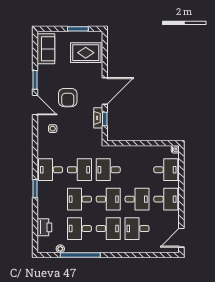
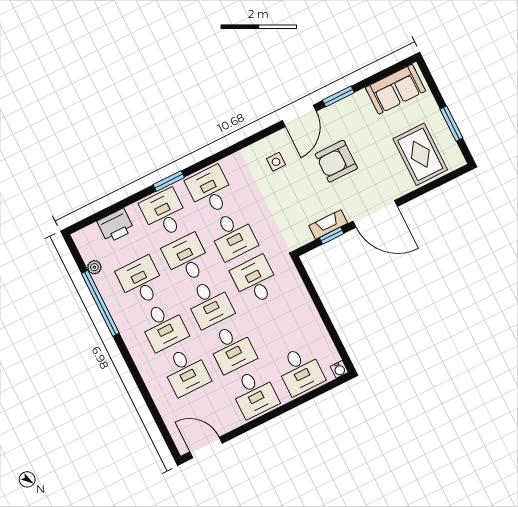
desk: (51, 199) -> (164, 213), added
desk: (137, 229) -> (186, 371), turned 180

